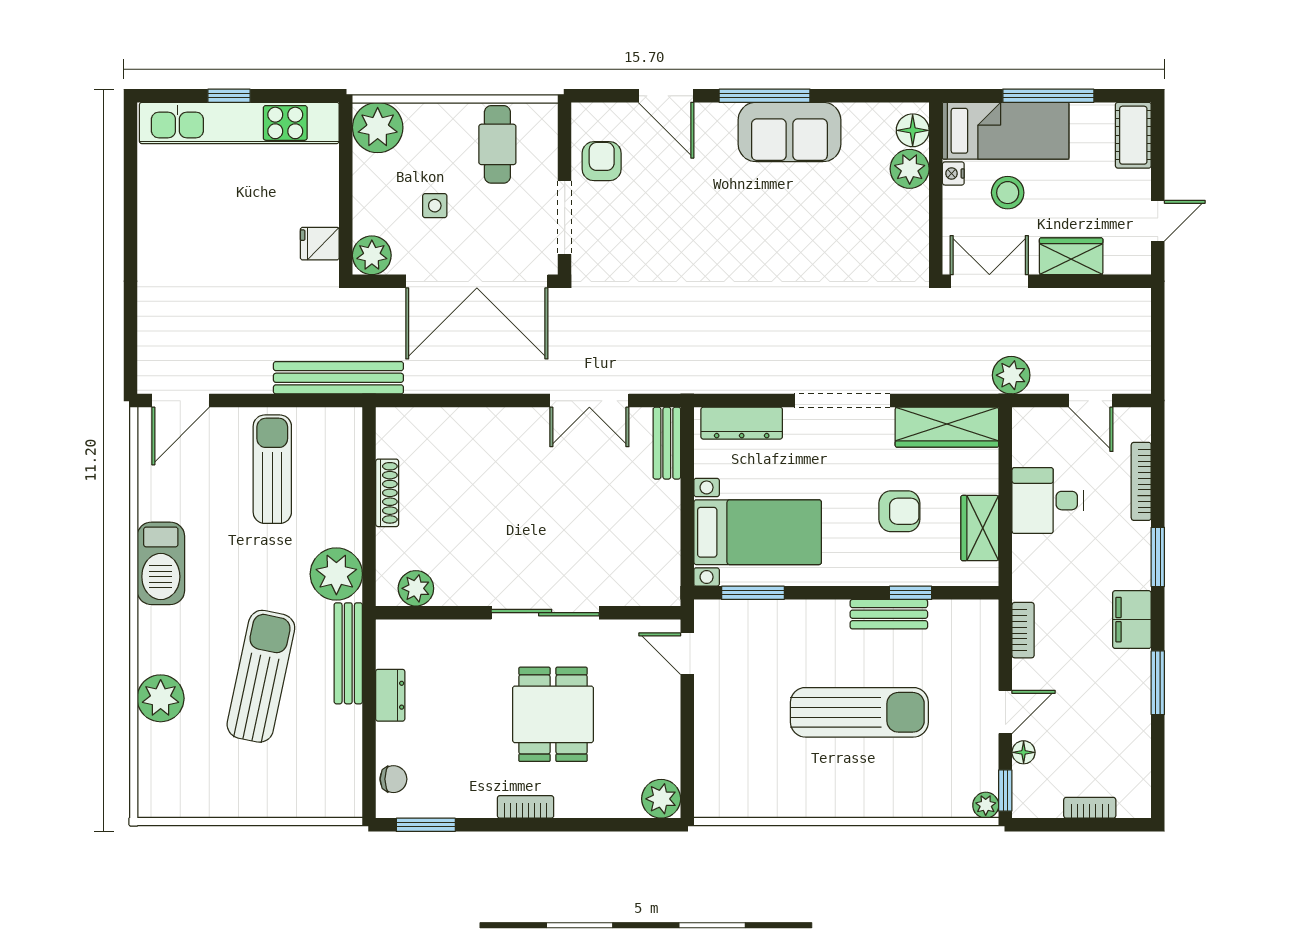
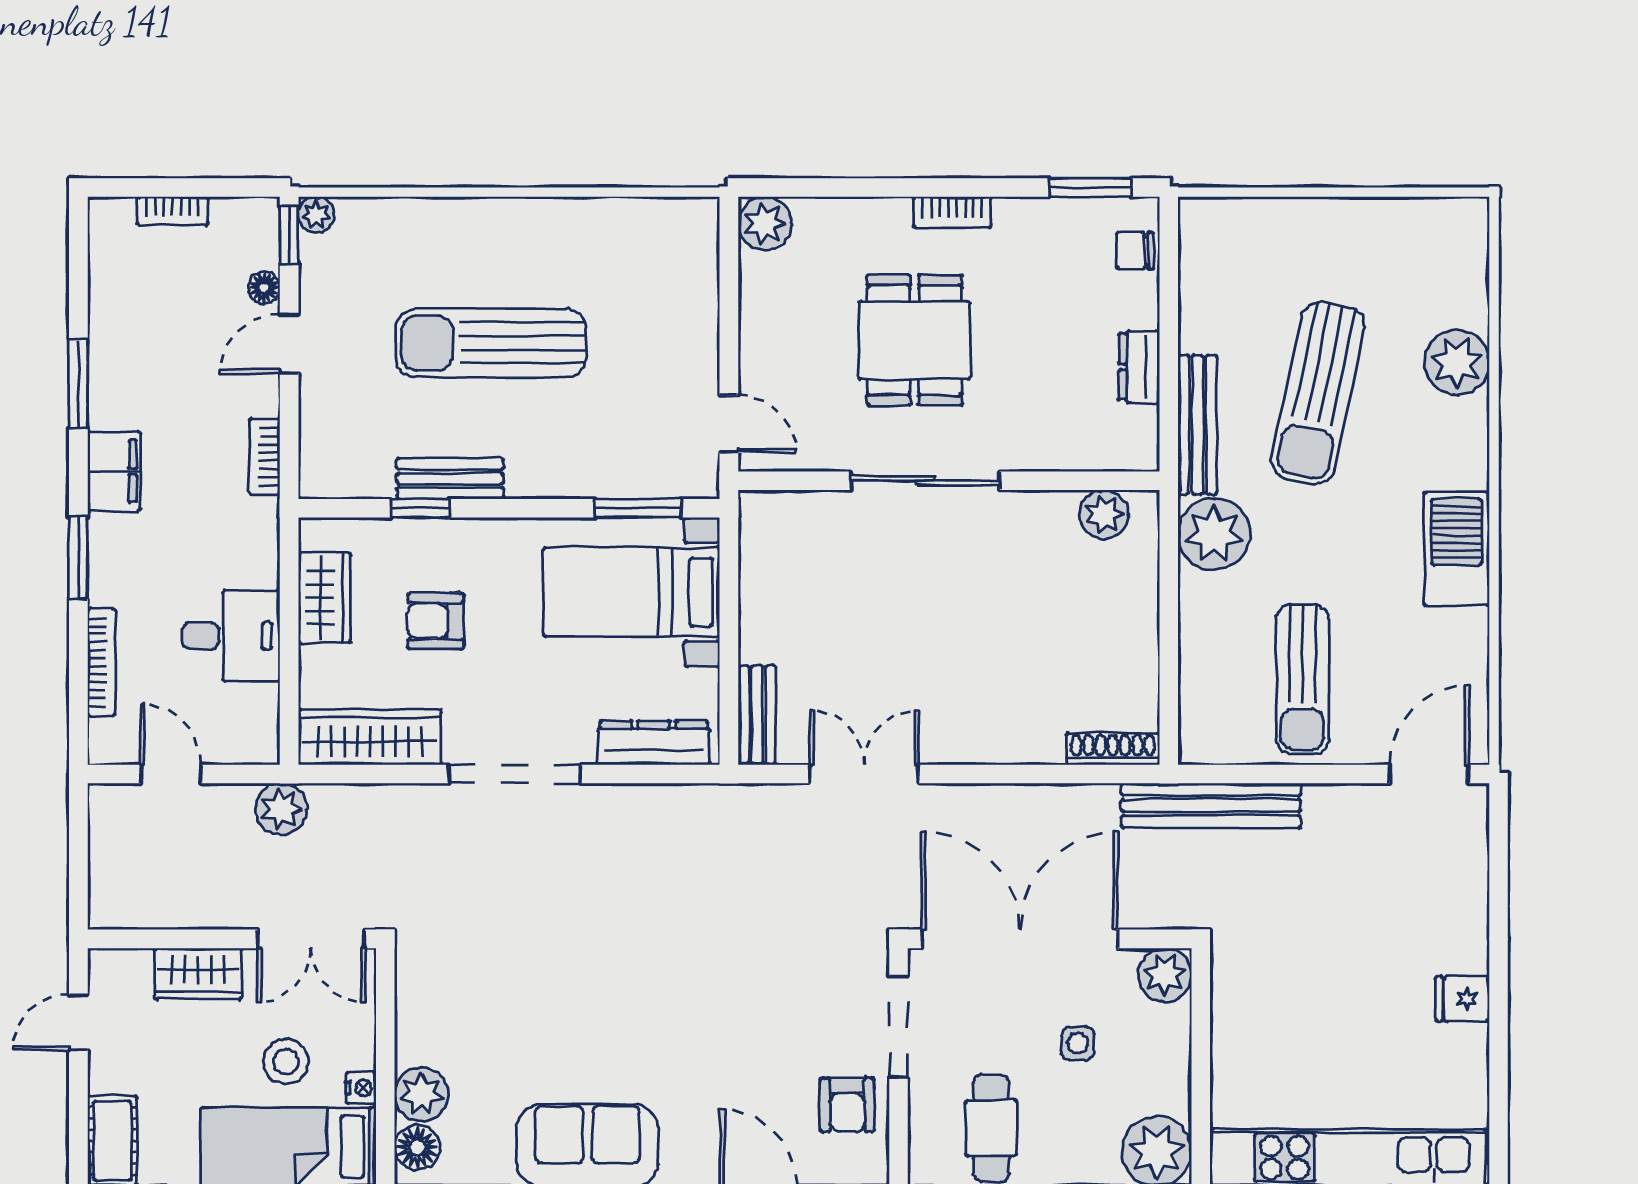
fridge: (320, 244) -> (1463, 999), moved, turned 180
shoe rack: (387, 493) -> (1113, 749), moved, turned 90

